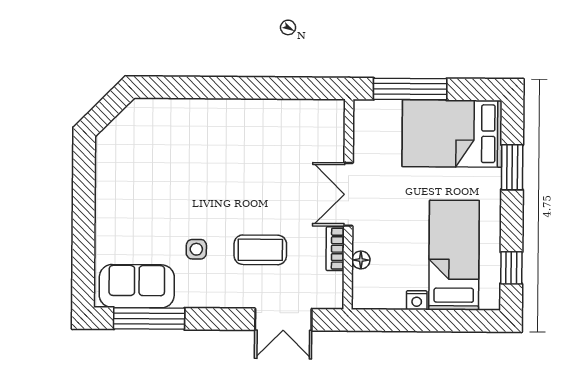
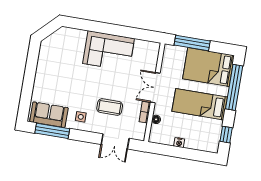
corner sofa: (239, 134) -> (109, 51), added
window: (512, 167) -> (234, 87), width x2.11
side table: (196, 249) -> (81, 117), moved
bed: (454, 255) -> (200, 104), moved, turned -90

